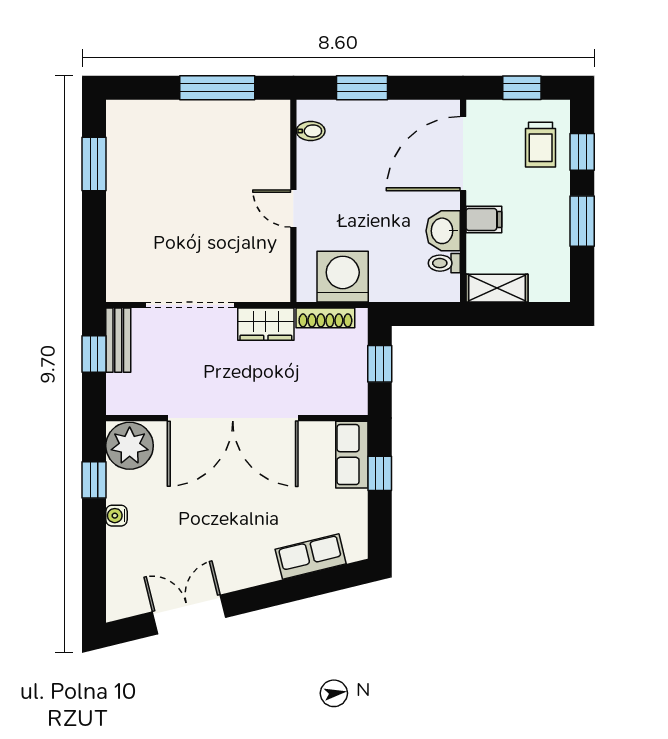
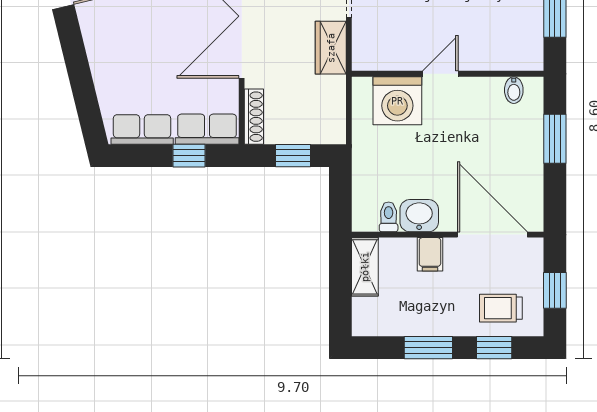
washing machine: (343, 277) -> (397, 101), moved, turned 90
shoe rack: (325, 318) -> (254, 117), moved, turned 180
row of seats: (311, 556) -> (142, 130), moved, turned -76

